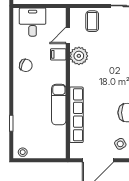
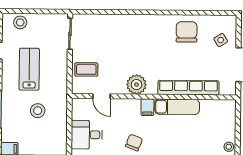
filing cabinet: (58, 54) -> (147, 107), moved
plant: (79, 56) -> (137, 85), moved

